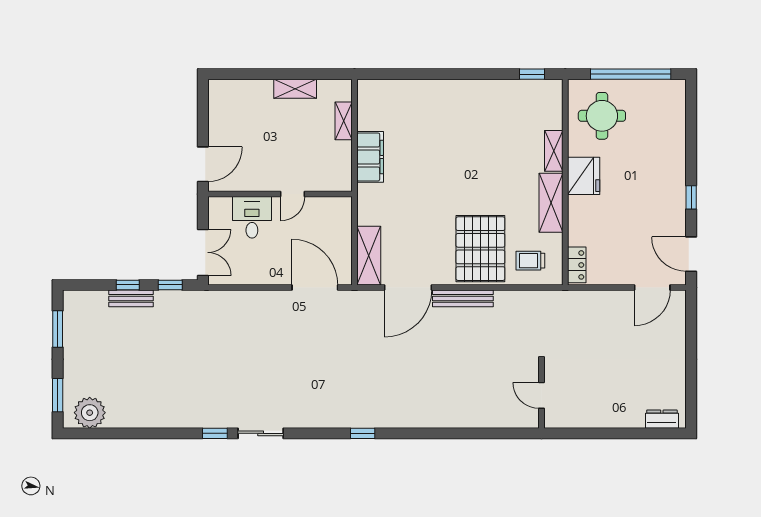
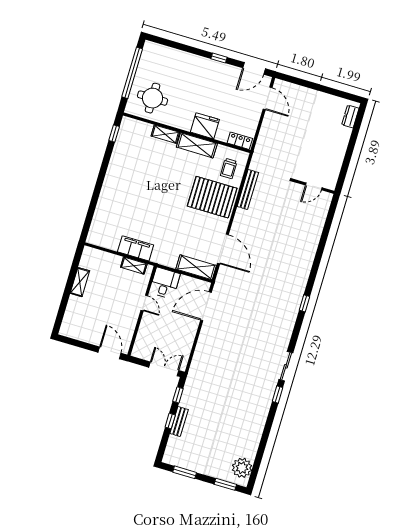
shelving: (344, 121) -> (134, 266), moved
fridge: (584, 176) -> (205, 126), moved
desk: (252, 217) -> (165, 283), moved, turned 90
bench: (463, 298) -> (248, 190), moved

